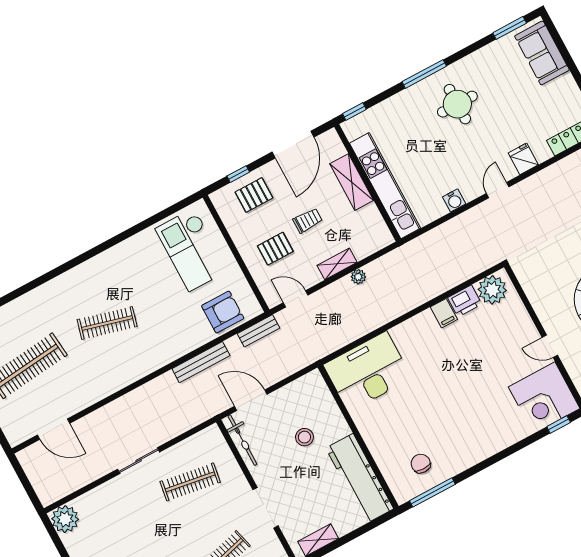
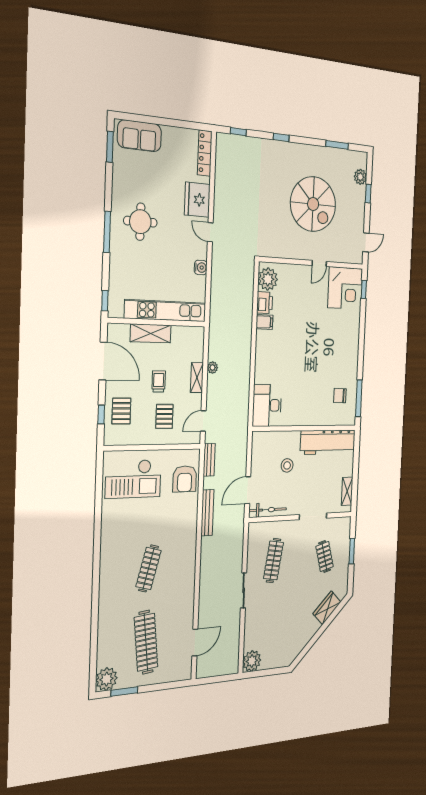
fridge: (523, 159) -> (197, 200), width x1.88, depth x1.34
armchair: (223, 312) -> (185, 479), turned 180
desk: (368, 371) -> (267, 405), width x0.73, depth x0.77

